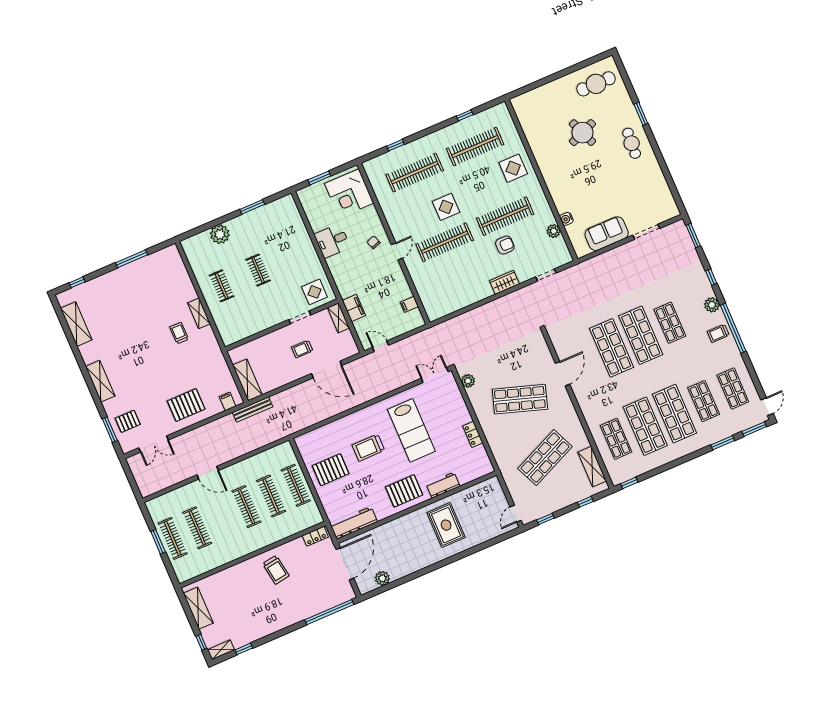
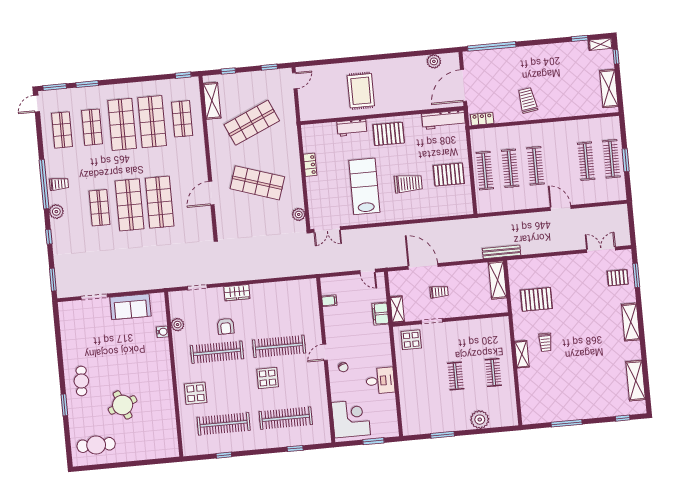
armchair: (505, 245) -> (226, 326), turned -90
filing cabinet: (228, 401) -> (522, 266), removed
pallet: (186, 405) -> (536, 299), moved

